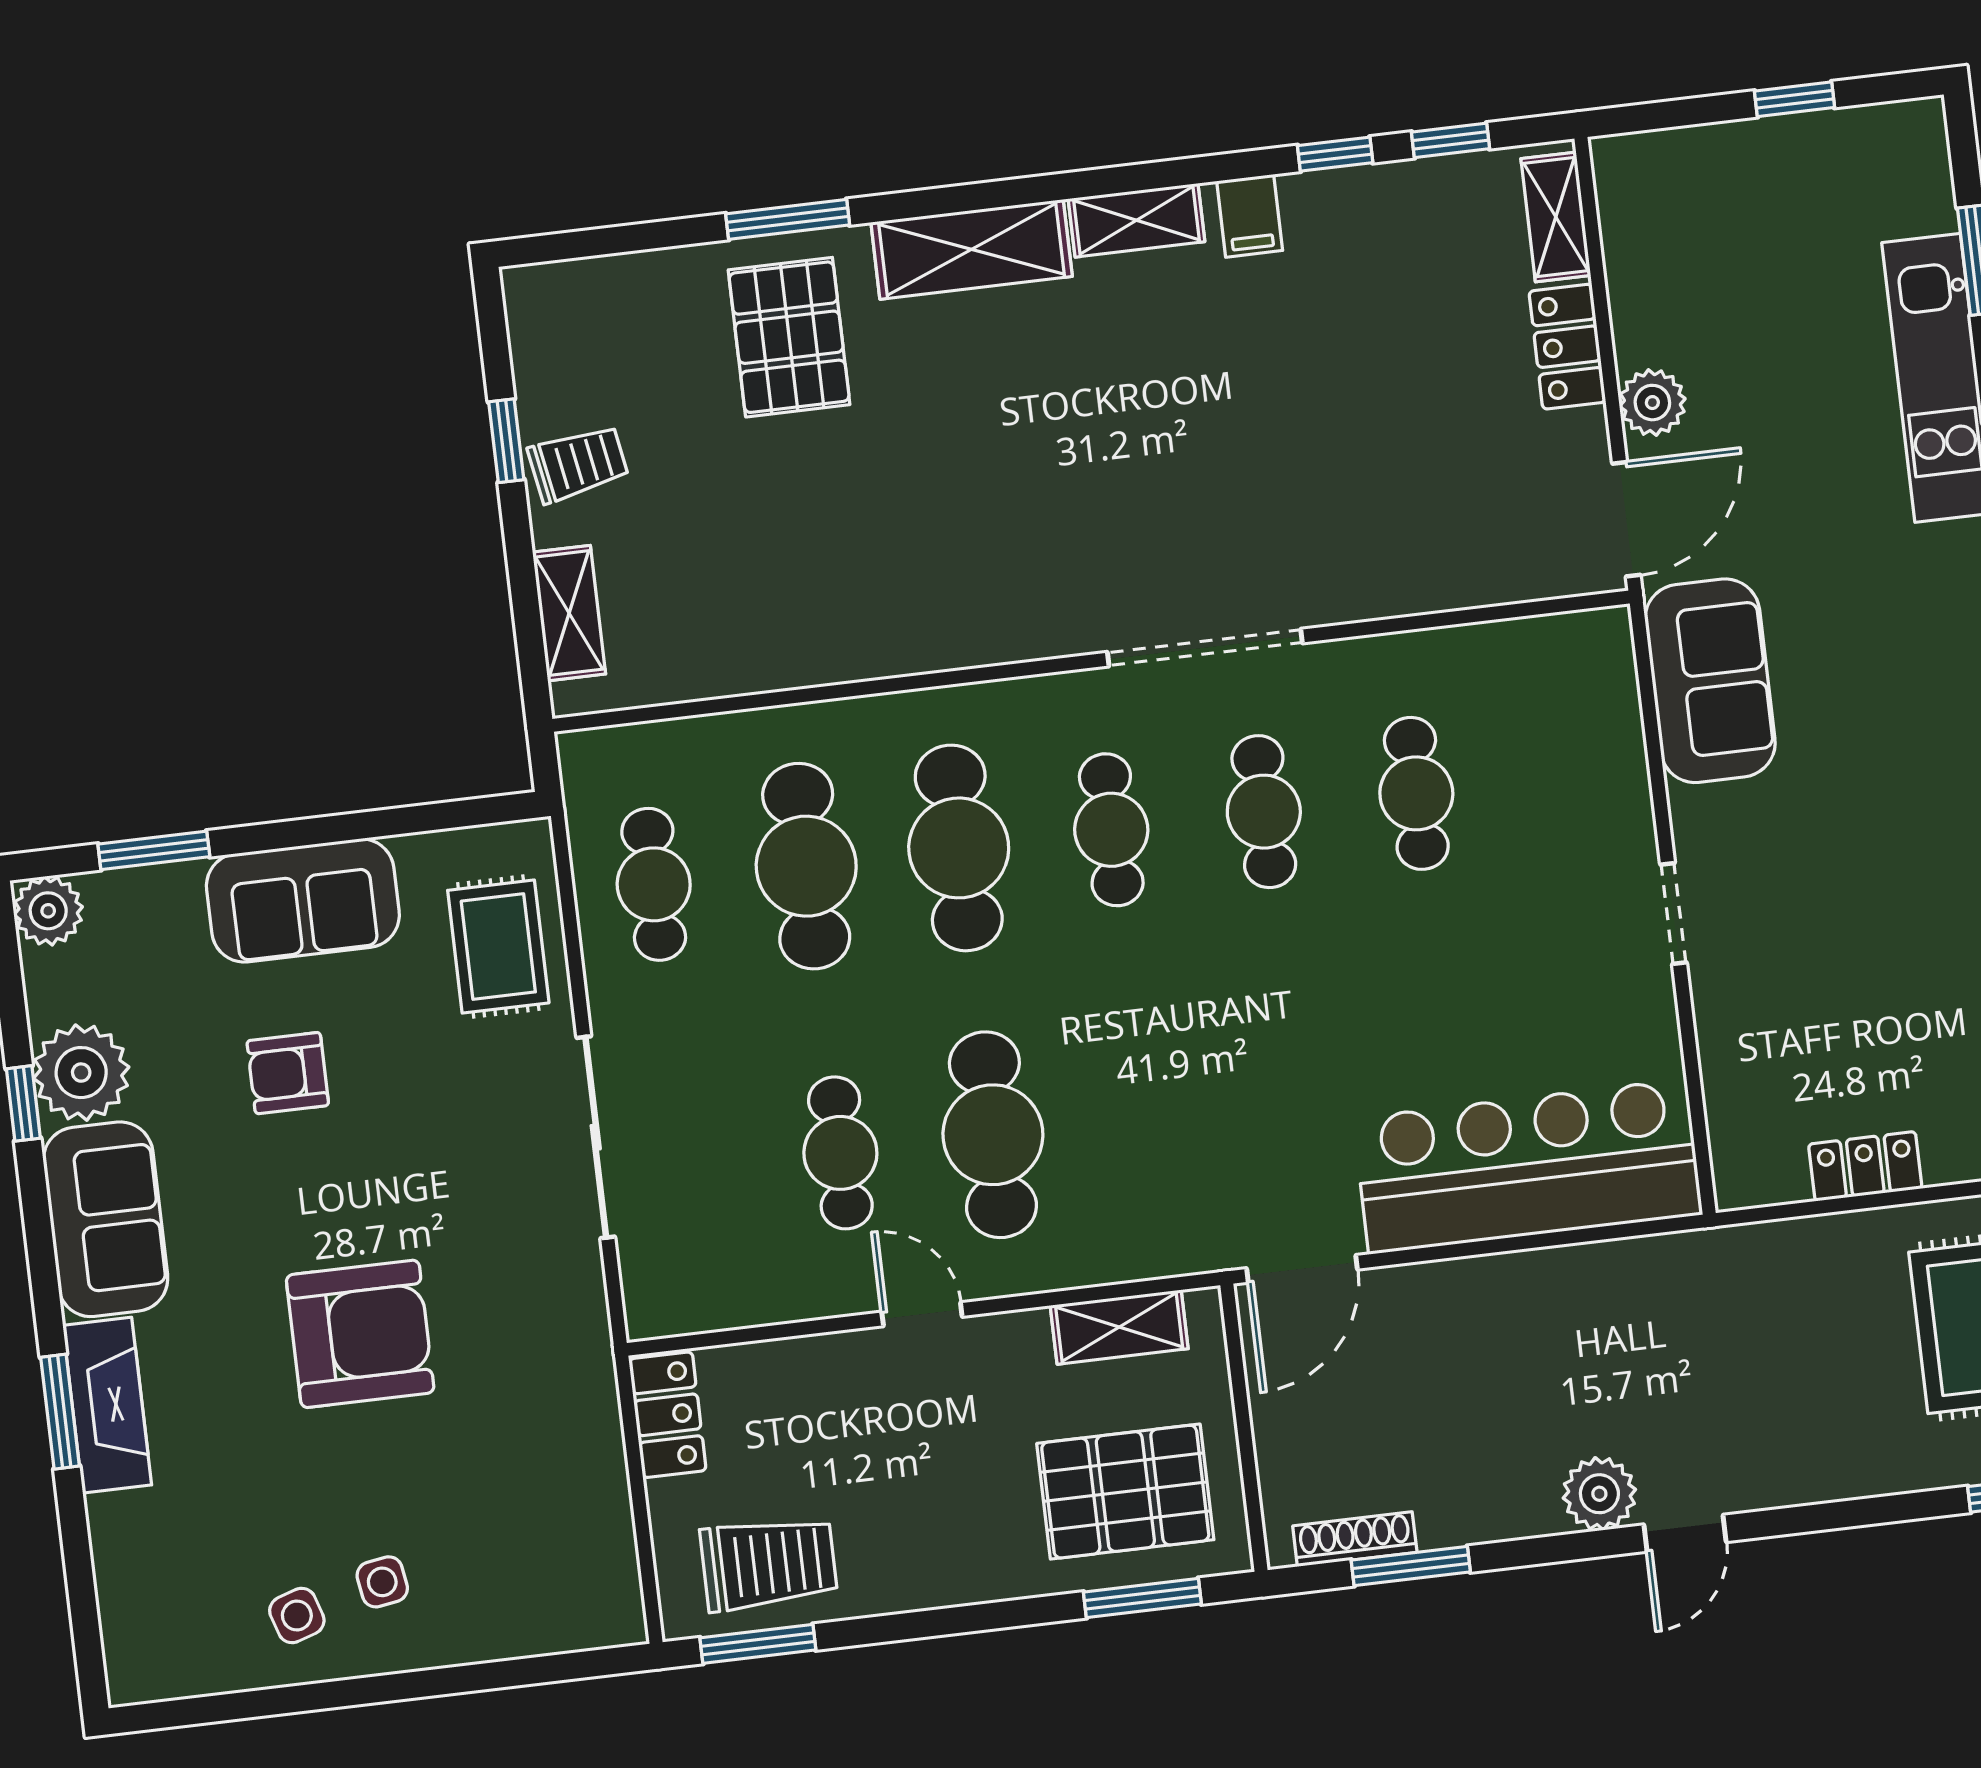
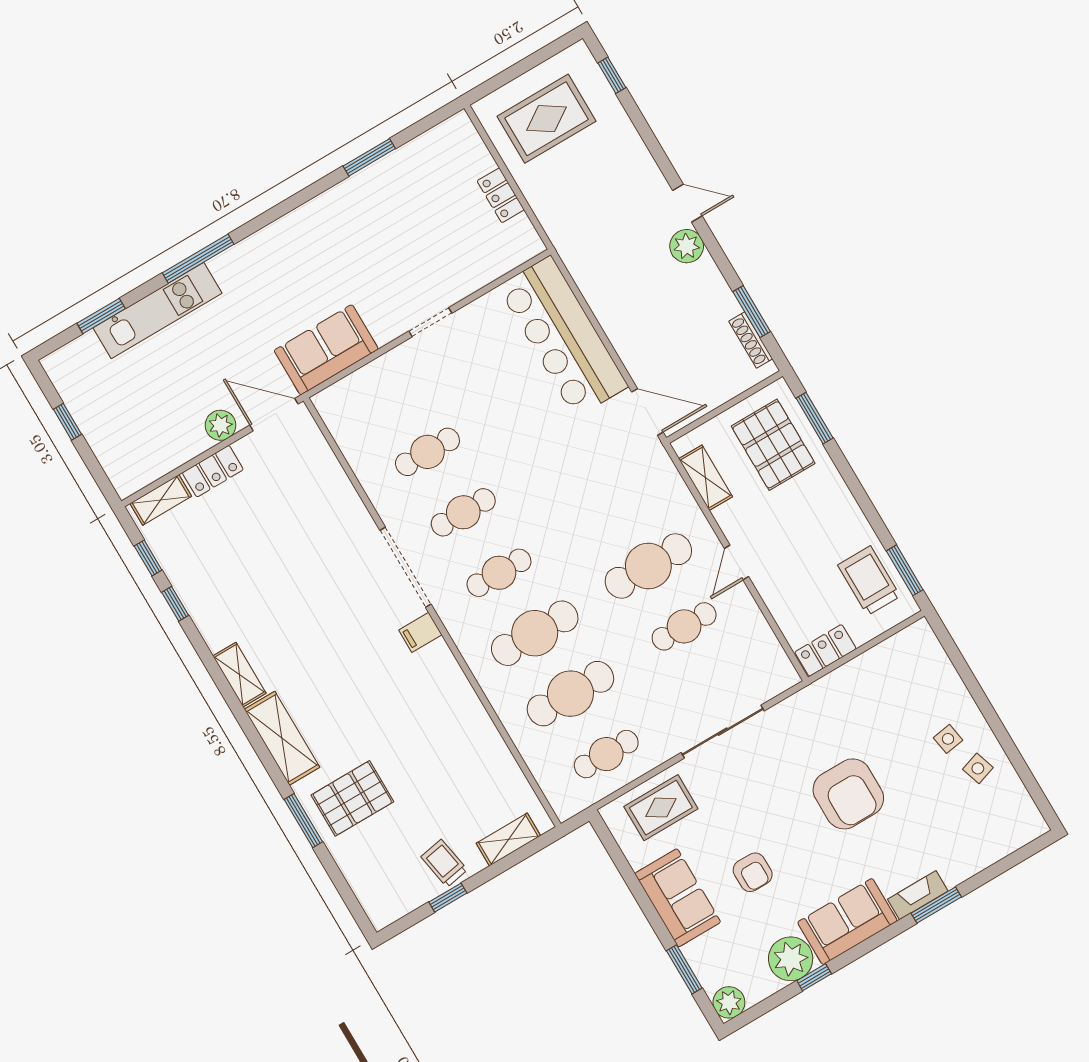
filing cabinet: (1250, 216) -> (420, 632), moved, turned 180
armchair: (360, 1334) -> (848, 794), turned 180
fireplace: (107, 1405) -> (918, 895), width x0.73, depth x0.76

